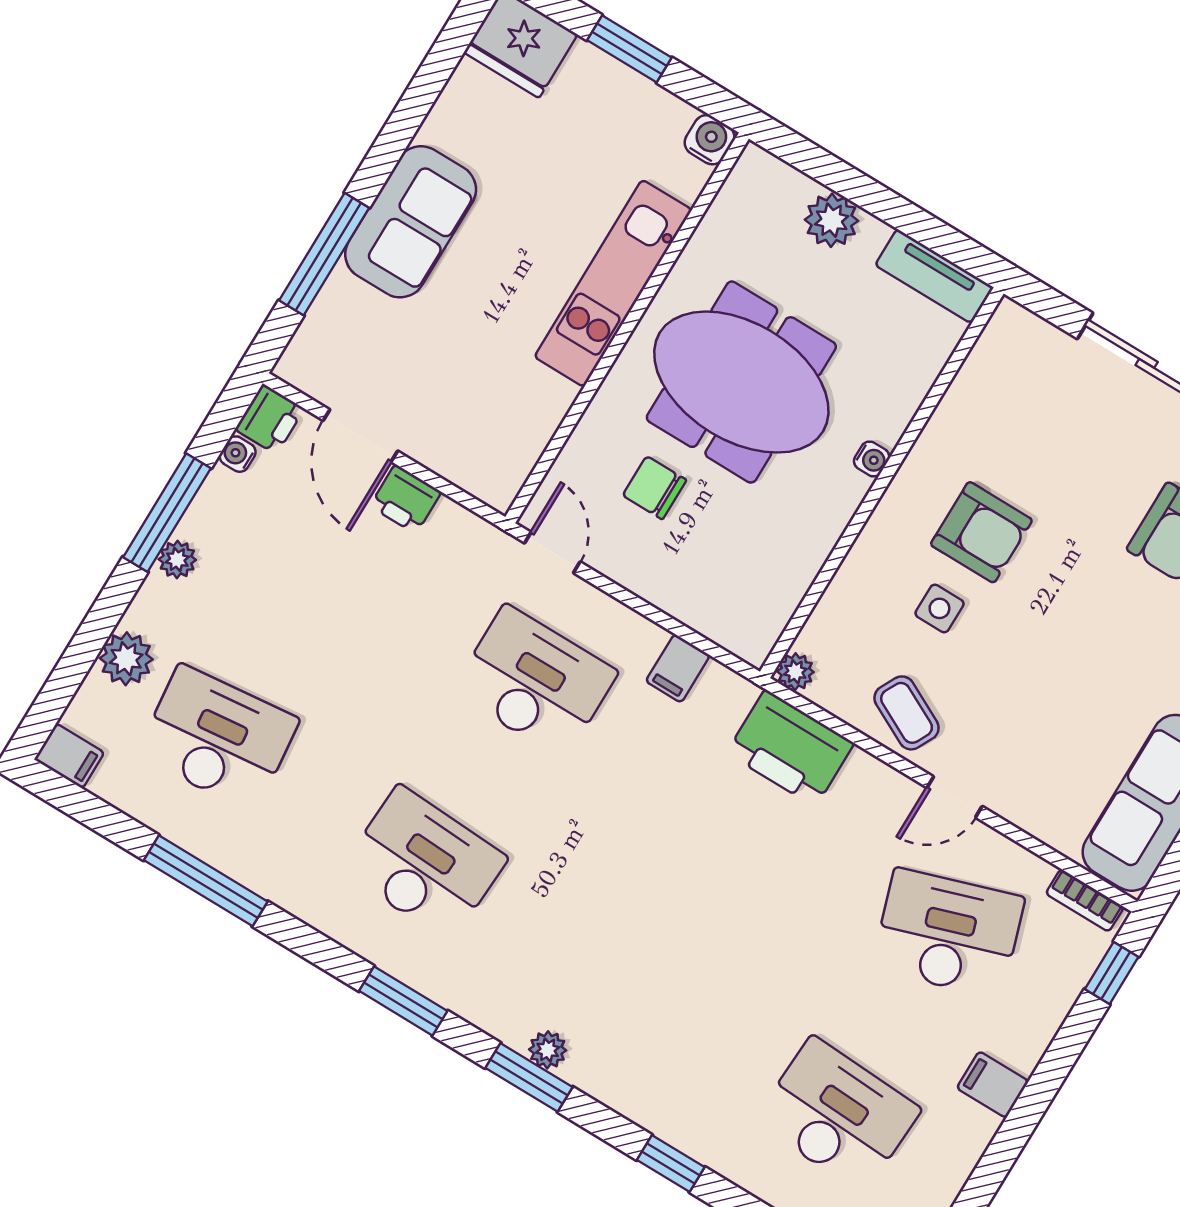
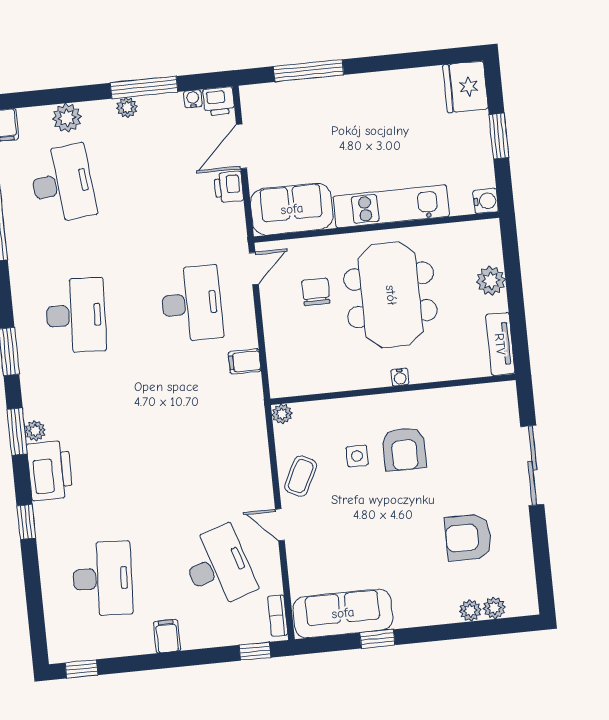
sofa: (411, 222) -> (292, 209), moved, turned 180
printer: (790, 748) -> (50, 471), moved, turned 180

